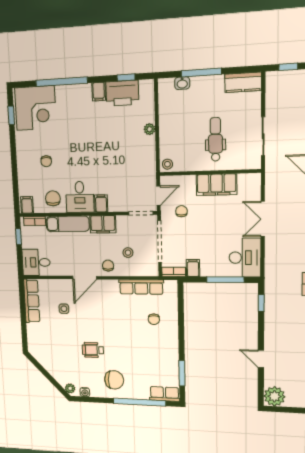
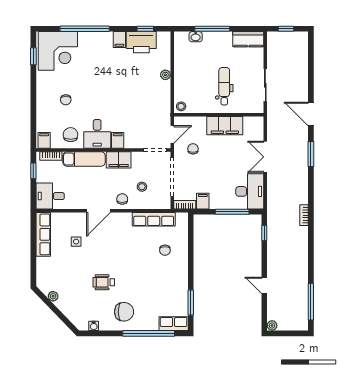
plant: (70, 388) -> (53, 296), moved
plant: (274, 396) -> (272, 325), width x0.53, depth x0.53

